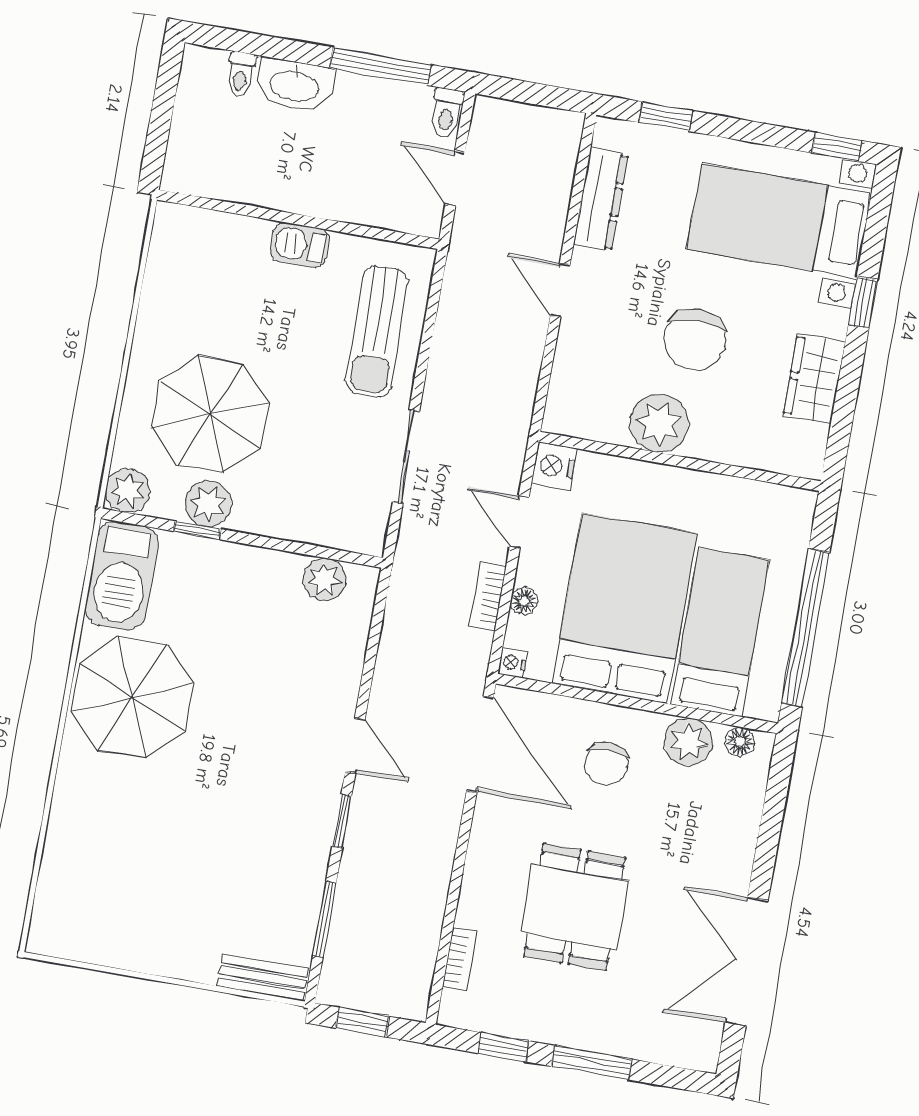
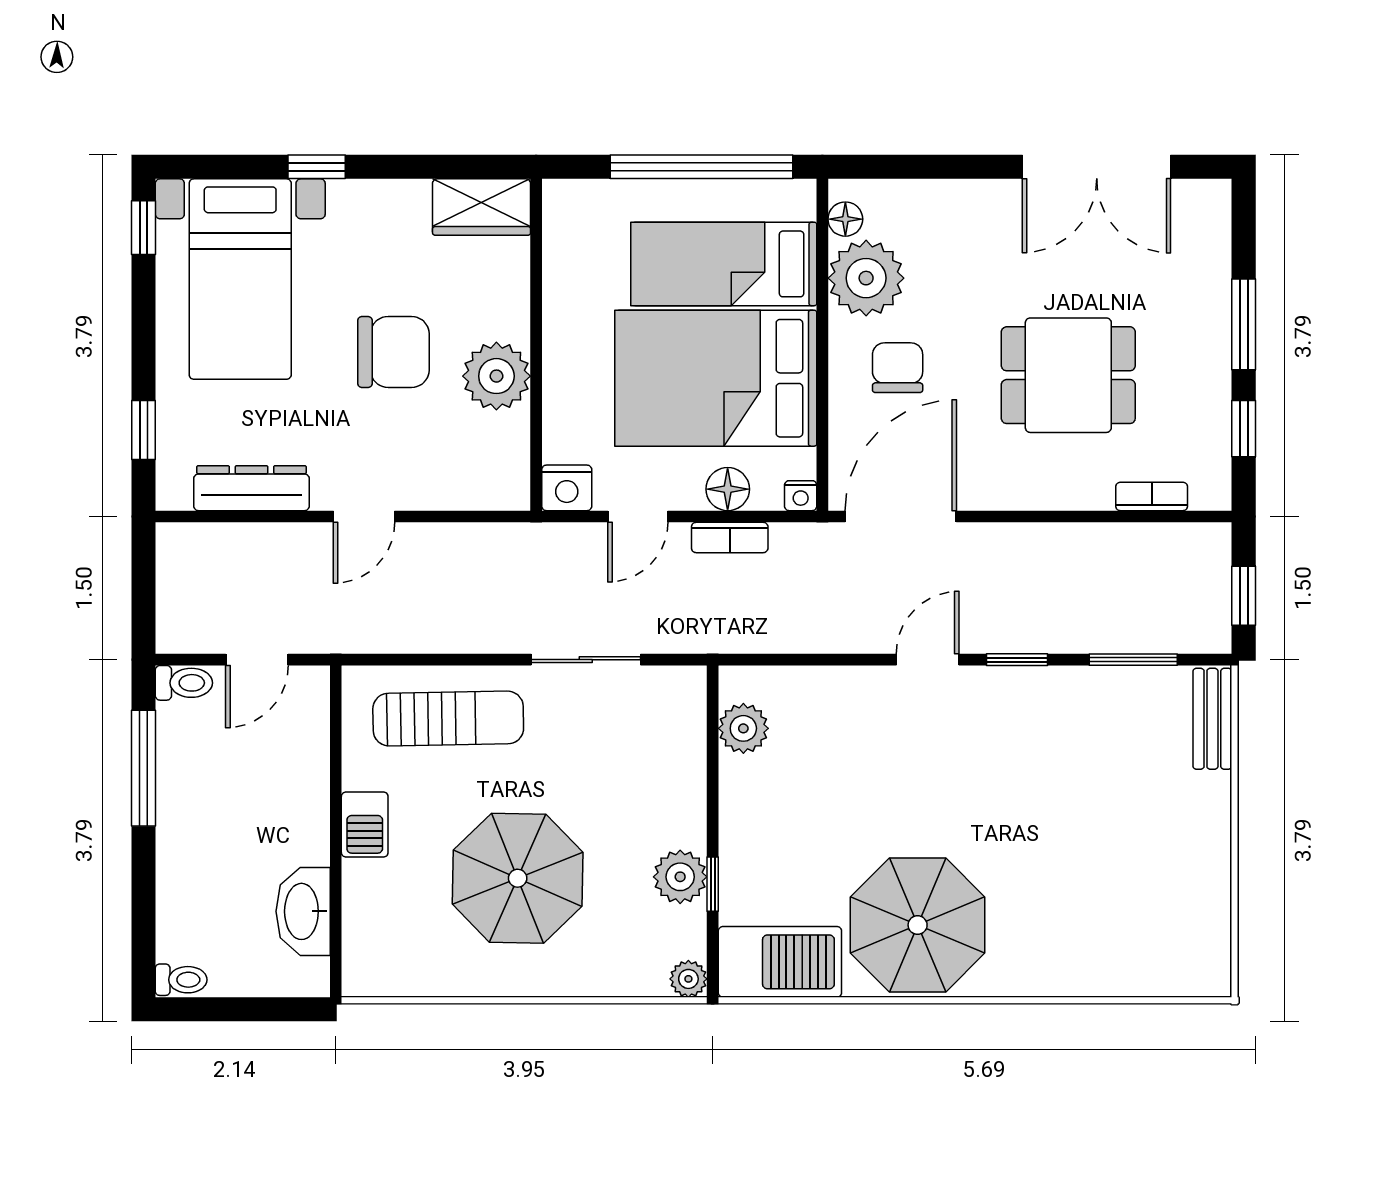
toilet: (241, 75) -> (181, 980), moved
washbasin: (294, 85) -> (303, 911), moved, turned 180
wardrobe: (814, 379) -> (482, 207), moved
parasol: (210, 414) -> (518, 878), moved
plant: (128, 491) -> (688, 979), width x0.73, depth x0.73
floor lamp: (524, 601) -> (728, 489), width x1.37, depth x1.37
plant: (688, 742) -> (866, 278), width x1.36, depth x1.36
chair: (606, 764) -> (898, 368), turned -90

